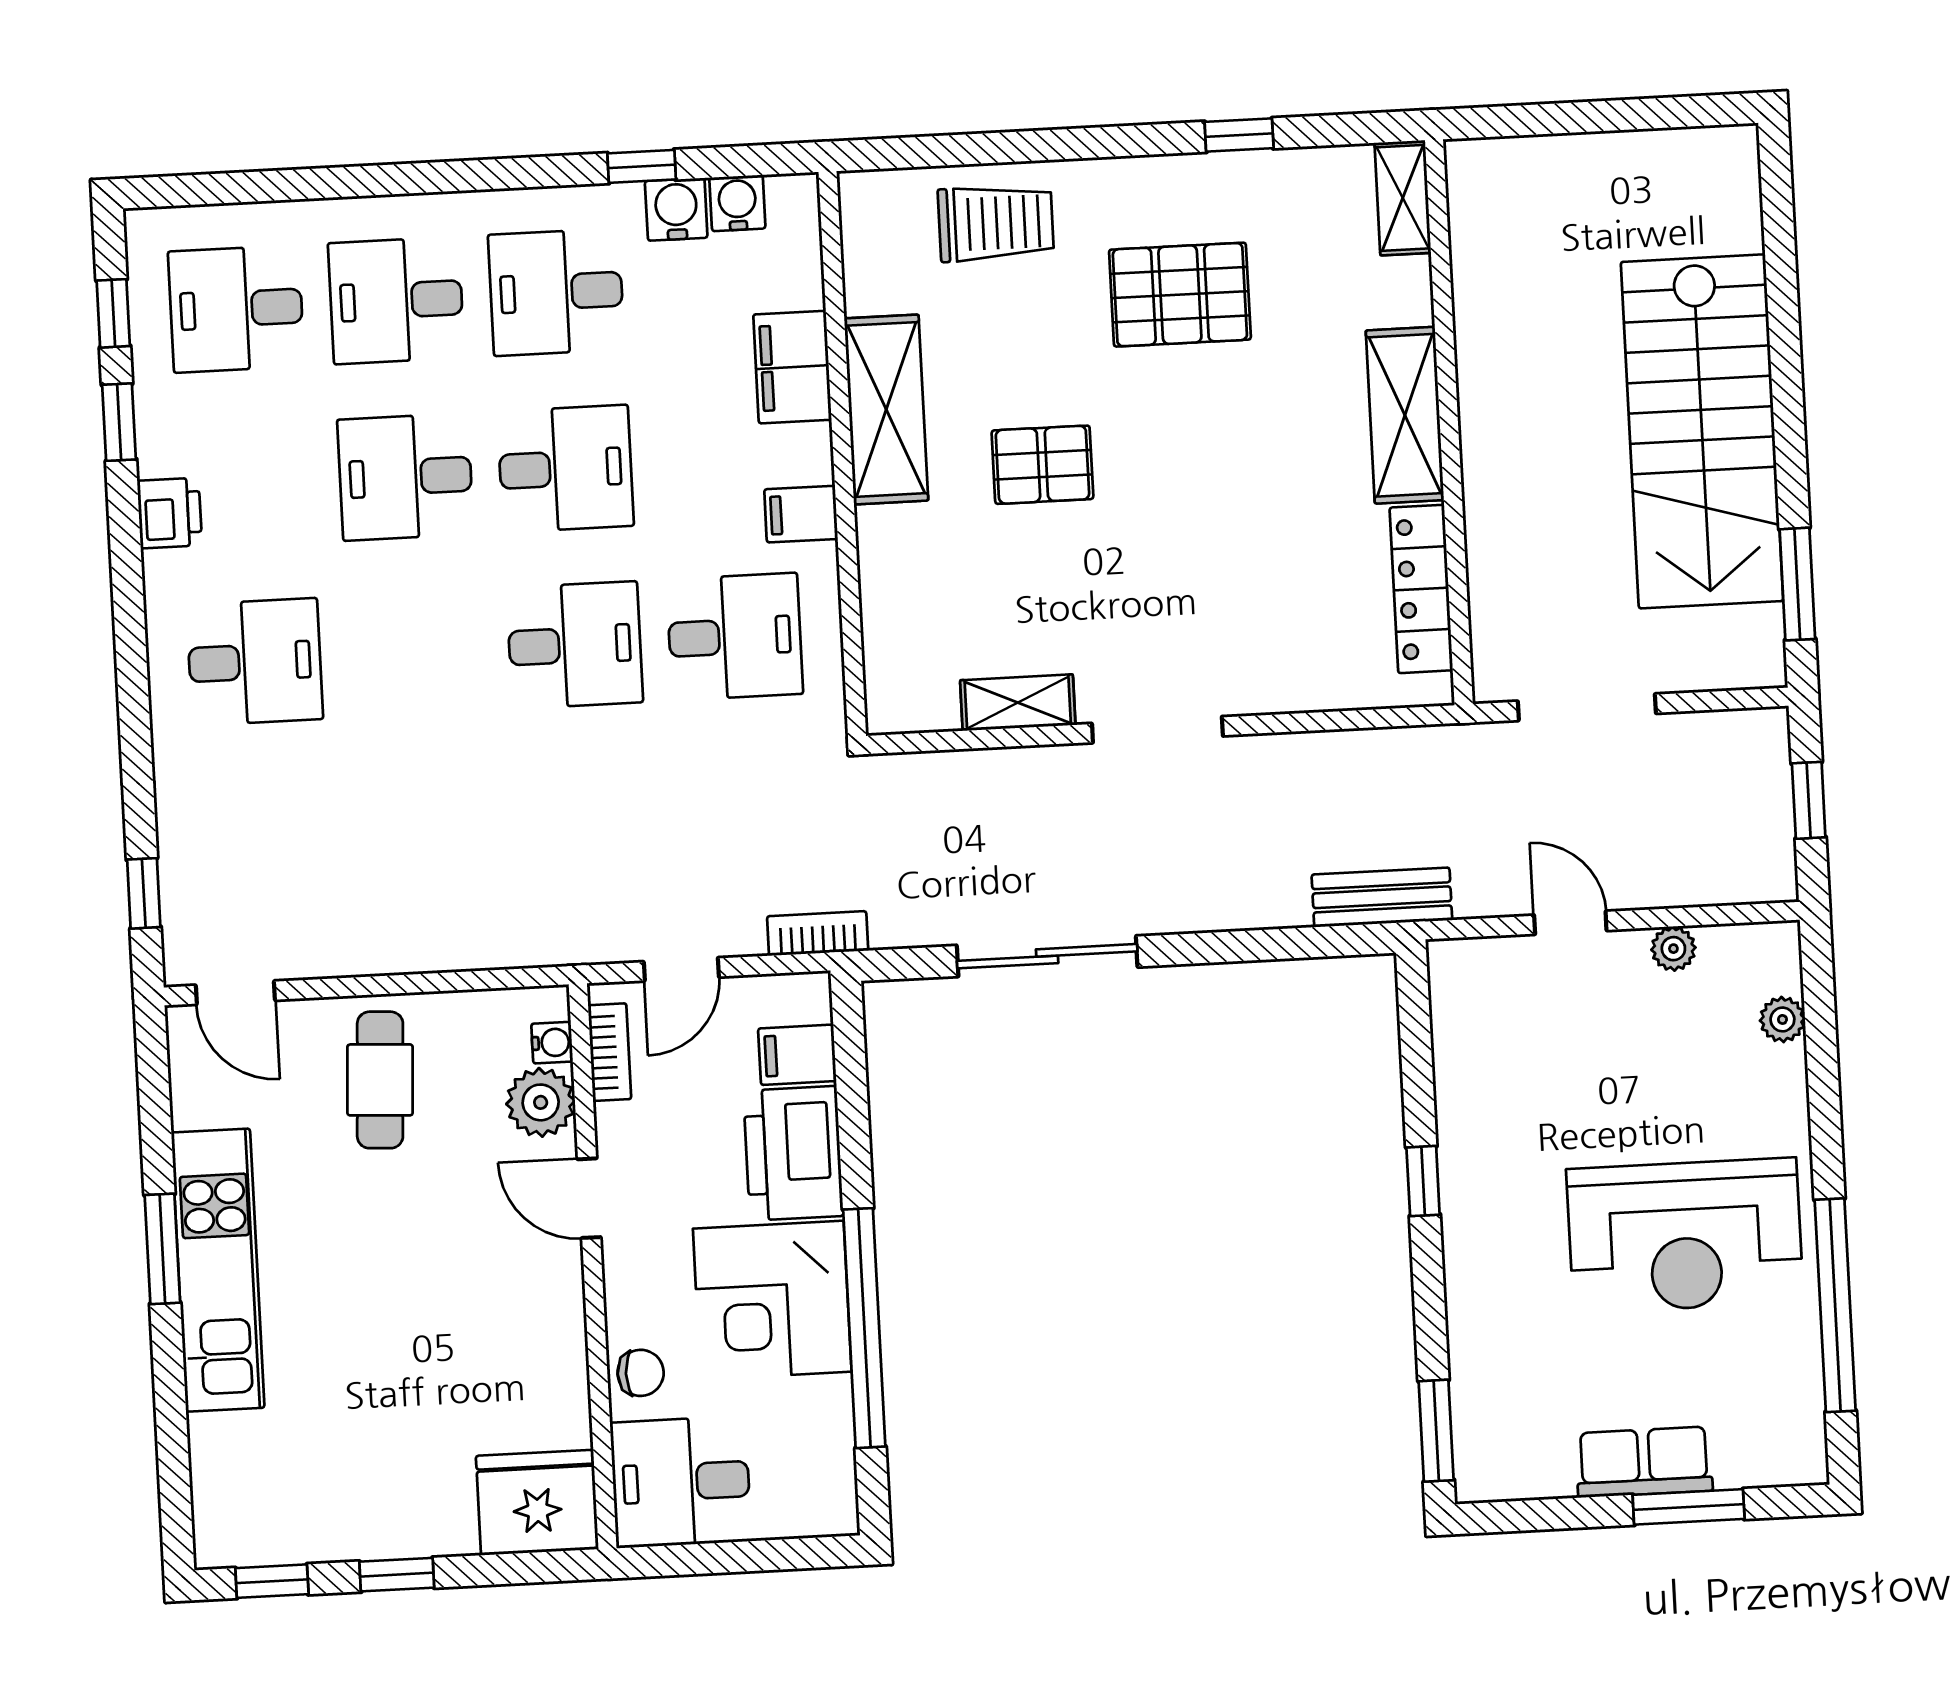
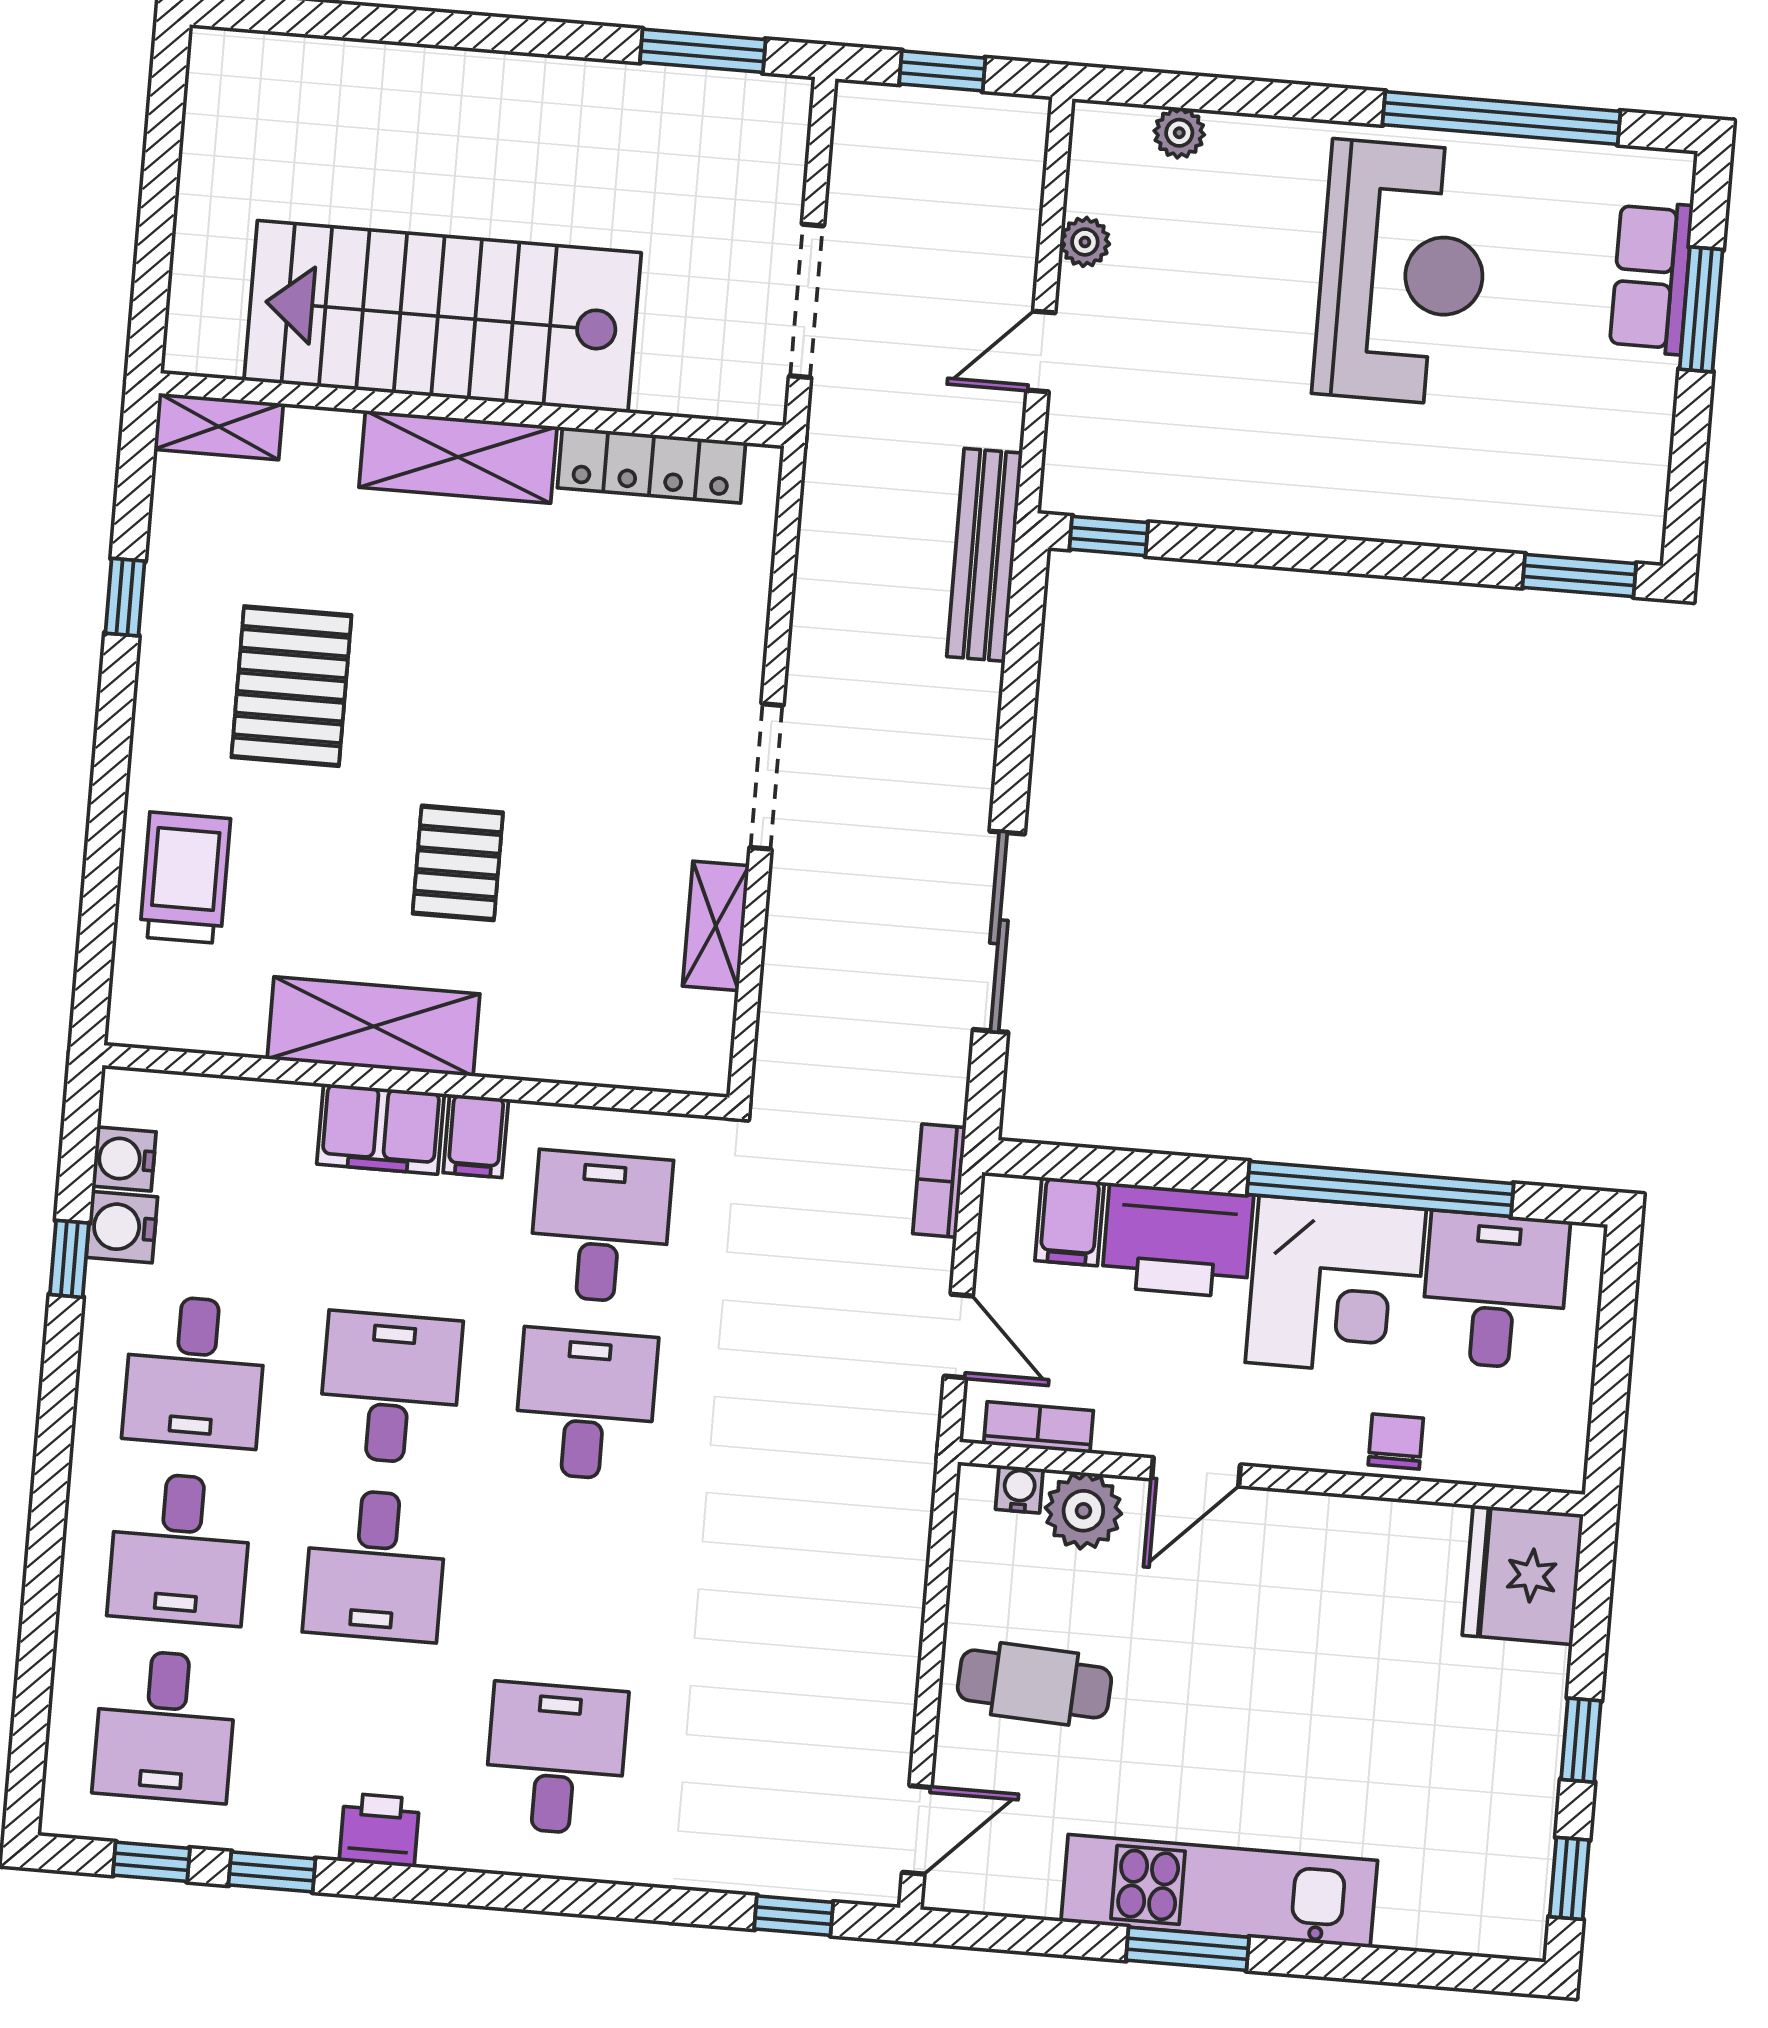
filing cabinet: (792, 367) -> (381, 1129), moved
stairs: (1702, 431) -> (443, 317), moved, turned 180
bench: (1382, 897) -> (985, 555), width x1.36
window: (1423, 1181) -> (1109, 536), moved
row of seats: (1644, 1462) -> (1651, 277), moved
desk: (681, 1482) -> (1495, 1291), moved, turned 180

